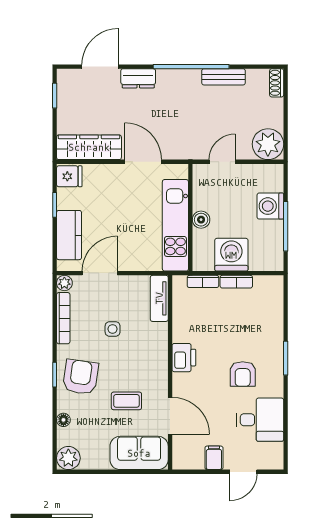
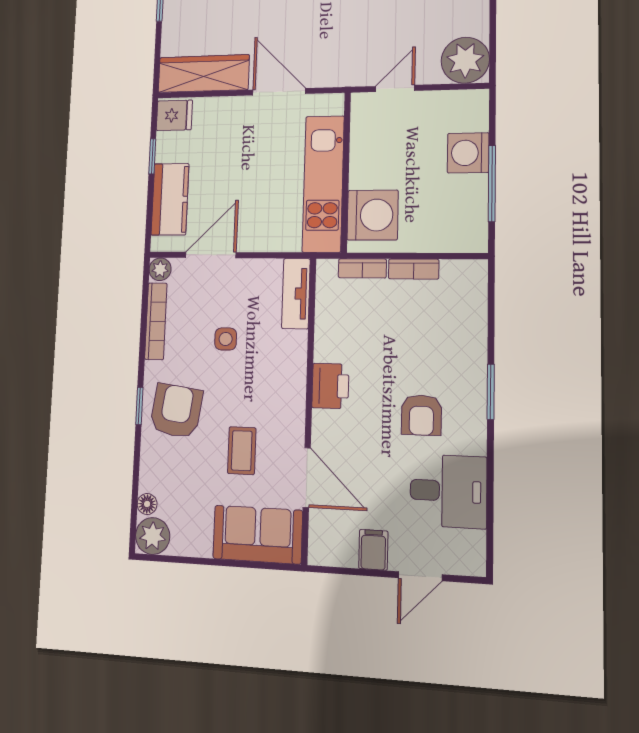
boiler: (201, 220) -> (362, 175), removed
washing machine: (231, 255) -> (373, 215), moved, turned 90
coffee table: (126, 401) -> (242, 451), turned 90
floor lamp: (63, 420) -> (147, 504), moved

